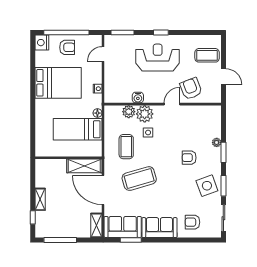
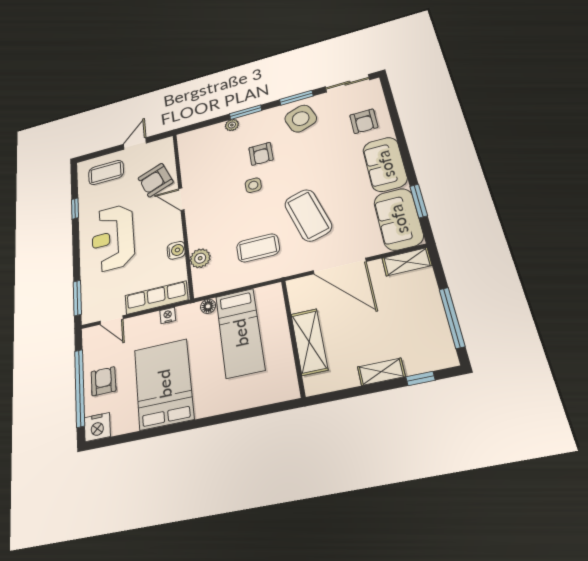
window: (161, 33) -> (75, 208), moved
coffee table: (207, 55) -> (106, 173), turned 90
row of seats: (110, 83) -> (156, 298), added
plant: (145, 114) -> (201, 234), removed
side table: (148, 132) -> (253, 185), moved
shelving: (84, 166) -> (309, 342), moved
door: (103, 190) -> (340, 266), hinge flipped

